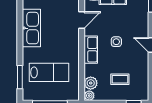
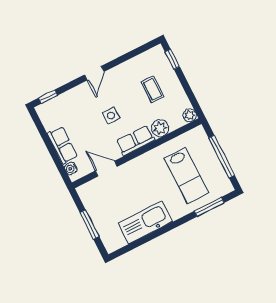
lab bench: (49, 72) -> (186, 176), turned 180
plant: (91, 83) -> (160, 128), moved

